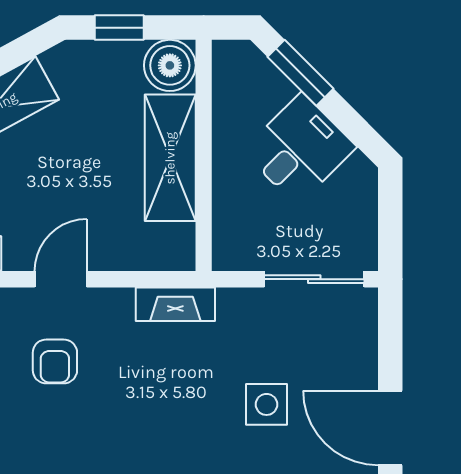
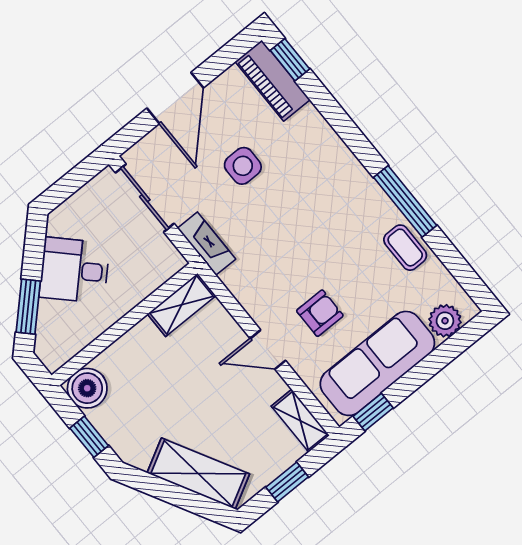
shelving: (170, 158) -> (182, 305), moved, width x0.67, depth x0.75
fireplace: (175, 304) -> (207, 244), moved
door: (390, 428) -> (175, 98), moved

